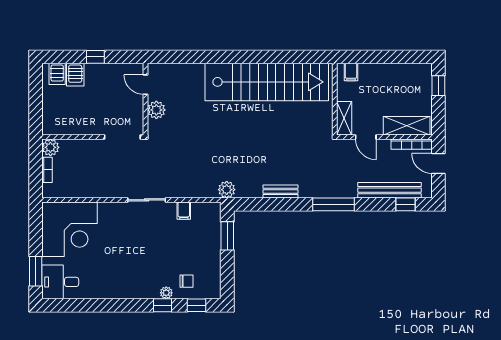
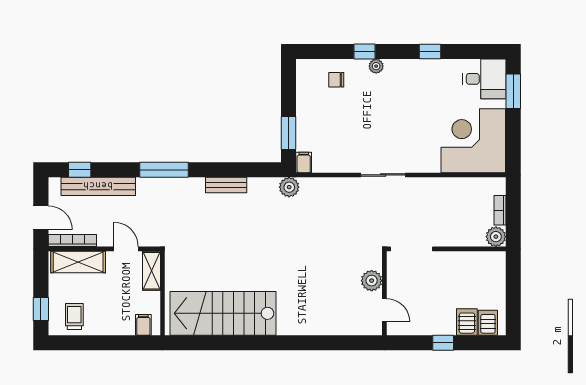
trolley: (410, 79) -> (74, 316), added
stairs: (267, 82) -> (223, 313), width x0.73
filing cabinet: (184, 211) -> (304, 162), moved
plant: (166, 293) -> (376, 66), moved
window: (197, 305) -> (430, 52), moved

